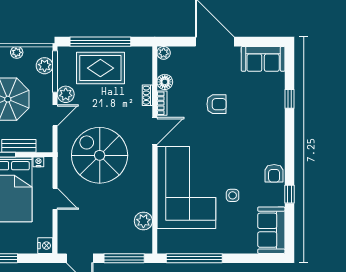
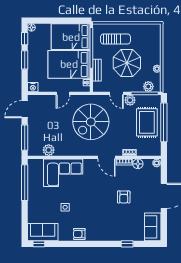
spiral stairs: (100, 155) -> (91, 122), turned 180
corner sofa: (186, 188) -> (63, 173), width x0.73, depth x0.74
window: (290, 194) -> (39, 244), moved

